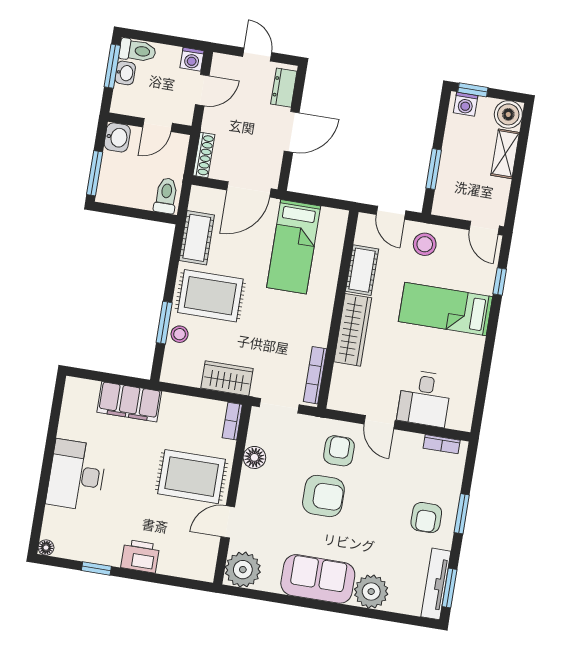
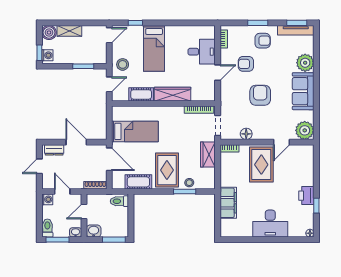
washbasin: (125, 73) -> (76, 232), moved
door: (157, 125) -> (84, 212), swing flipped
armchair: (339, 451) -> (246, 64), moved
door: (228, 522) -> (281, 142), hinge flipped
printer: (140, 556) -> (306, 196), moved

